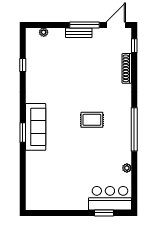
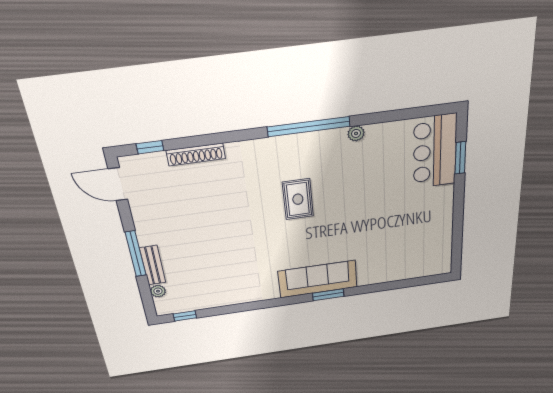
window: (84, 25) -> (136, 254), moved
bench: (79, 33) -> (153, 265), moved
window: (23, 65) -> (185, 316), moved
plant: (127, 168) -> (356, 133), moved

